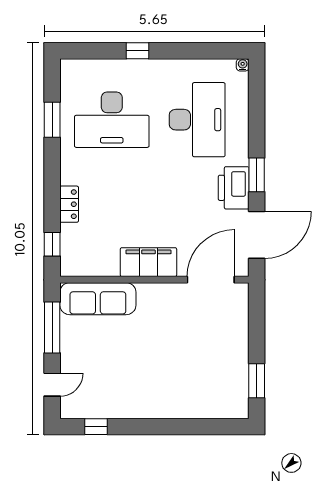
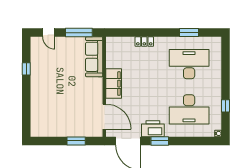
window: (138, 51) -> (226, 106), moved
desk: (112, 120) -> (189, 64), turned 90
window: (52, 244) -> (123, 33), removed
window: (257, 381) -> (76, 141), moved
window: (96, 427) -> (26, 69), moved

